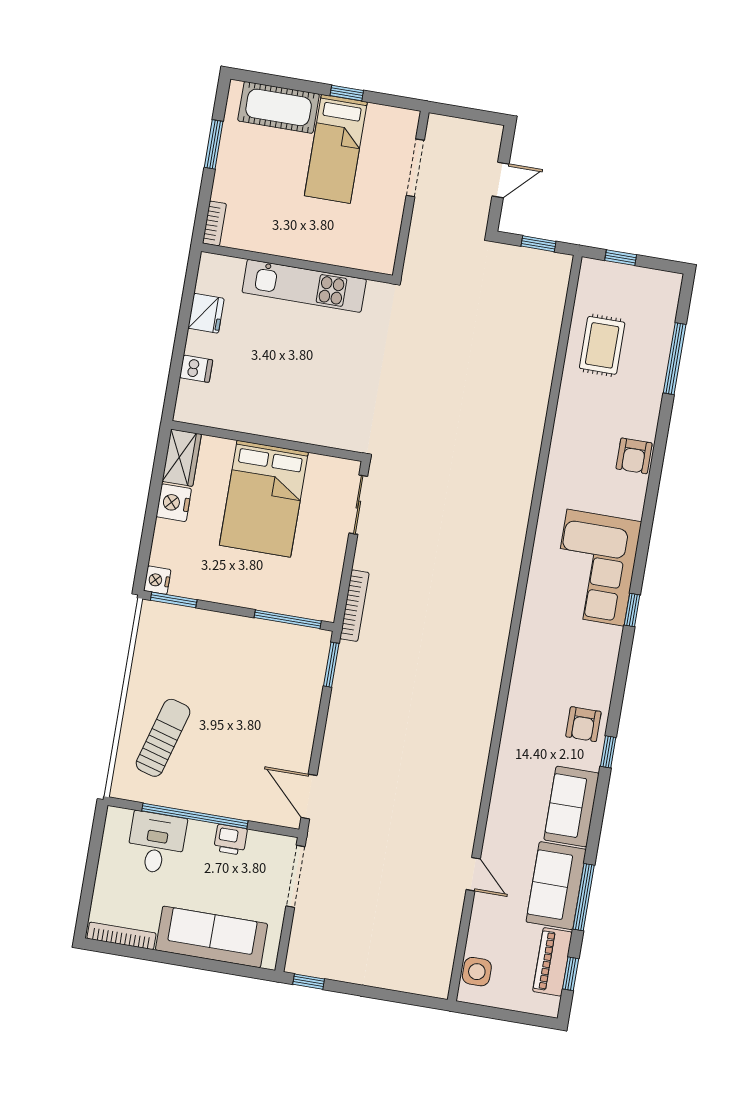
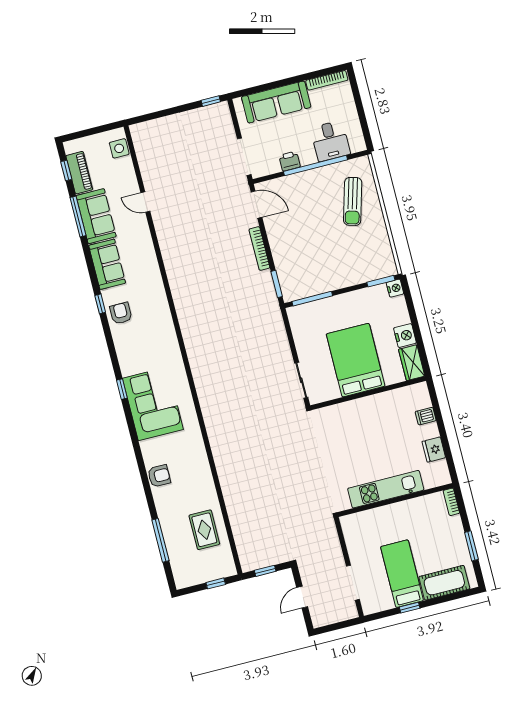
armchair: (634, 456) -> (159, 476), turned 90
bookcase: (354, 606) -> (259, 249), moved

